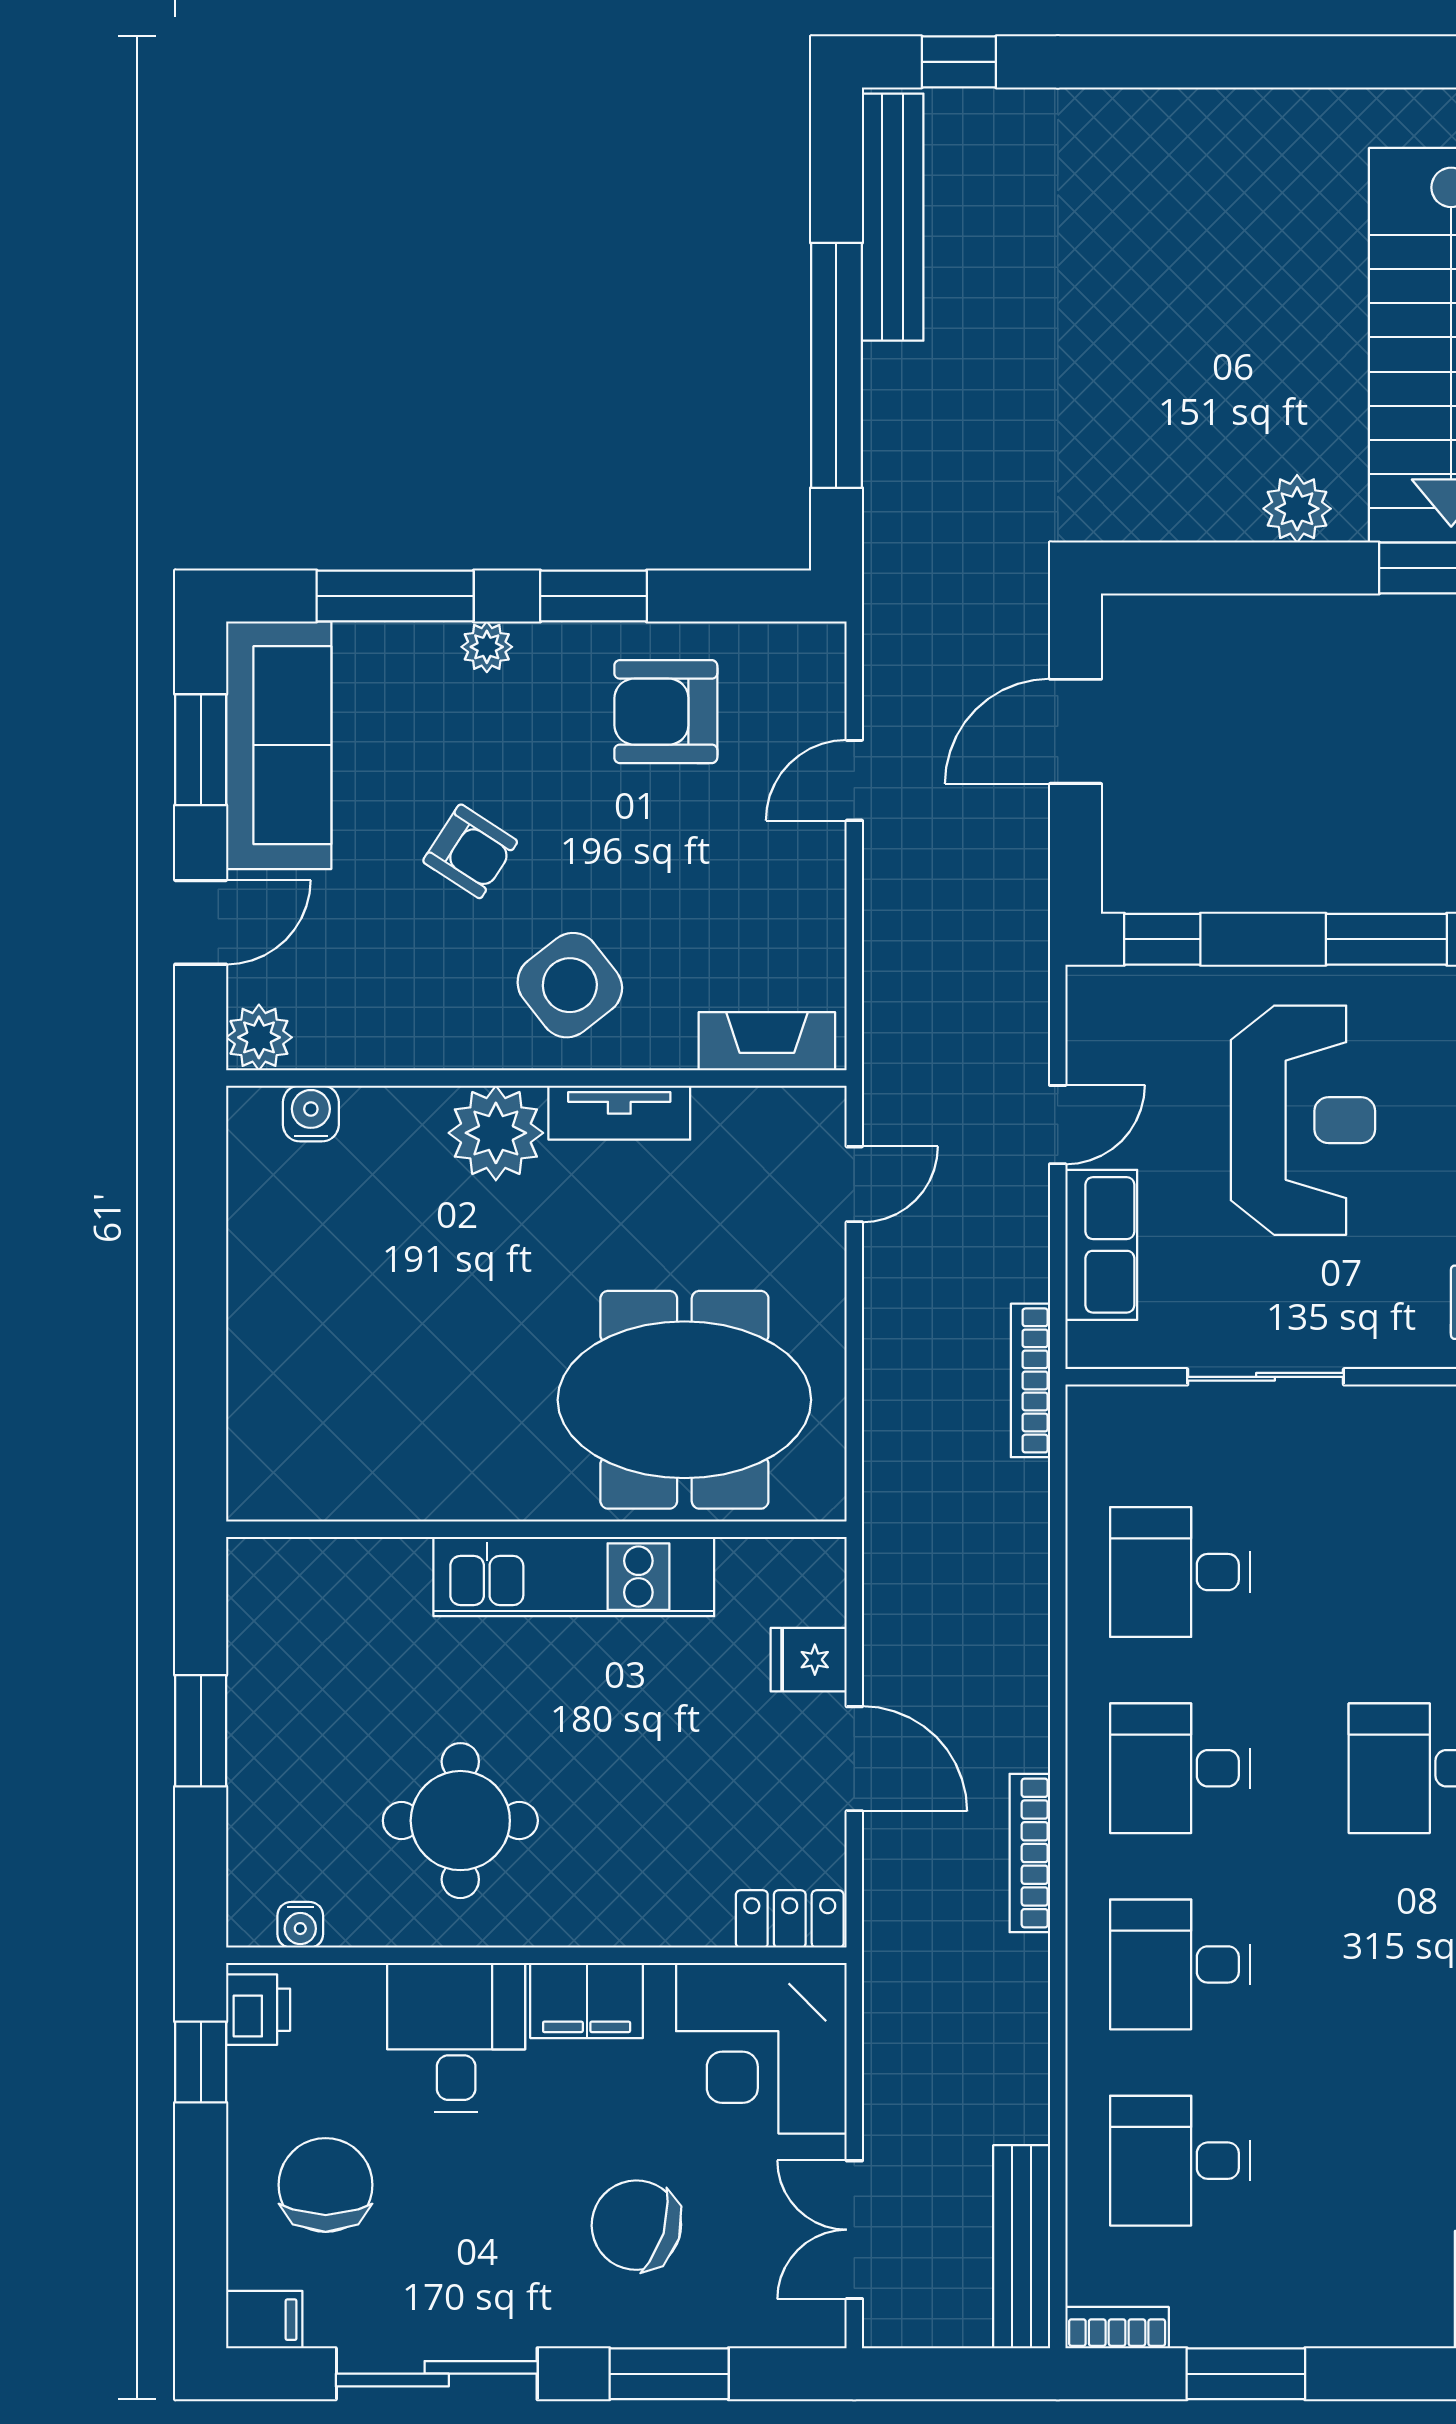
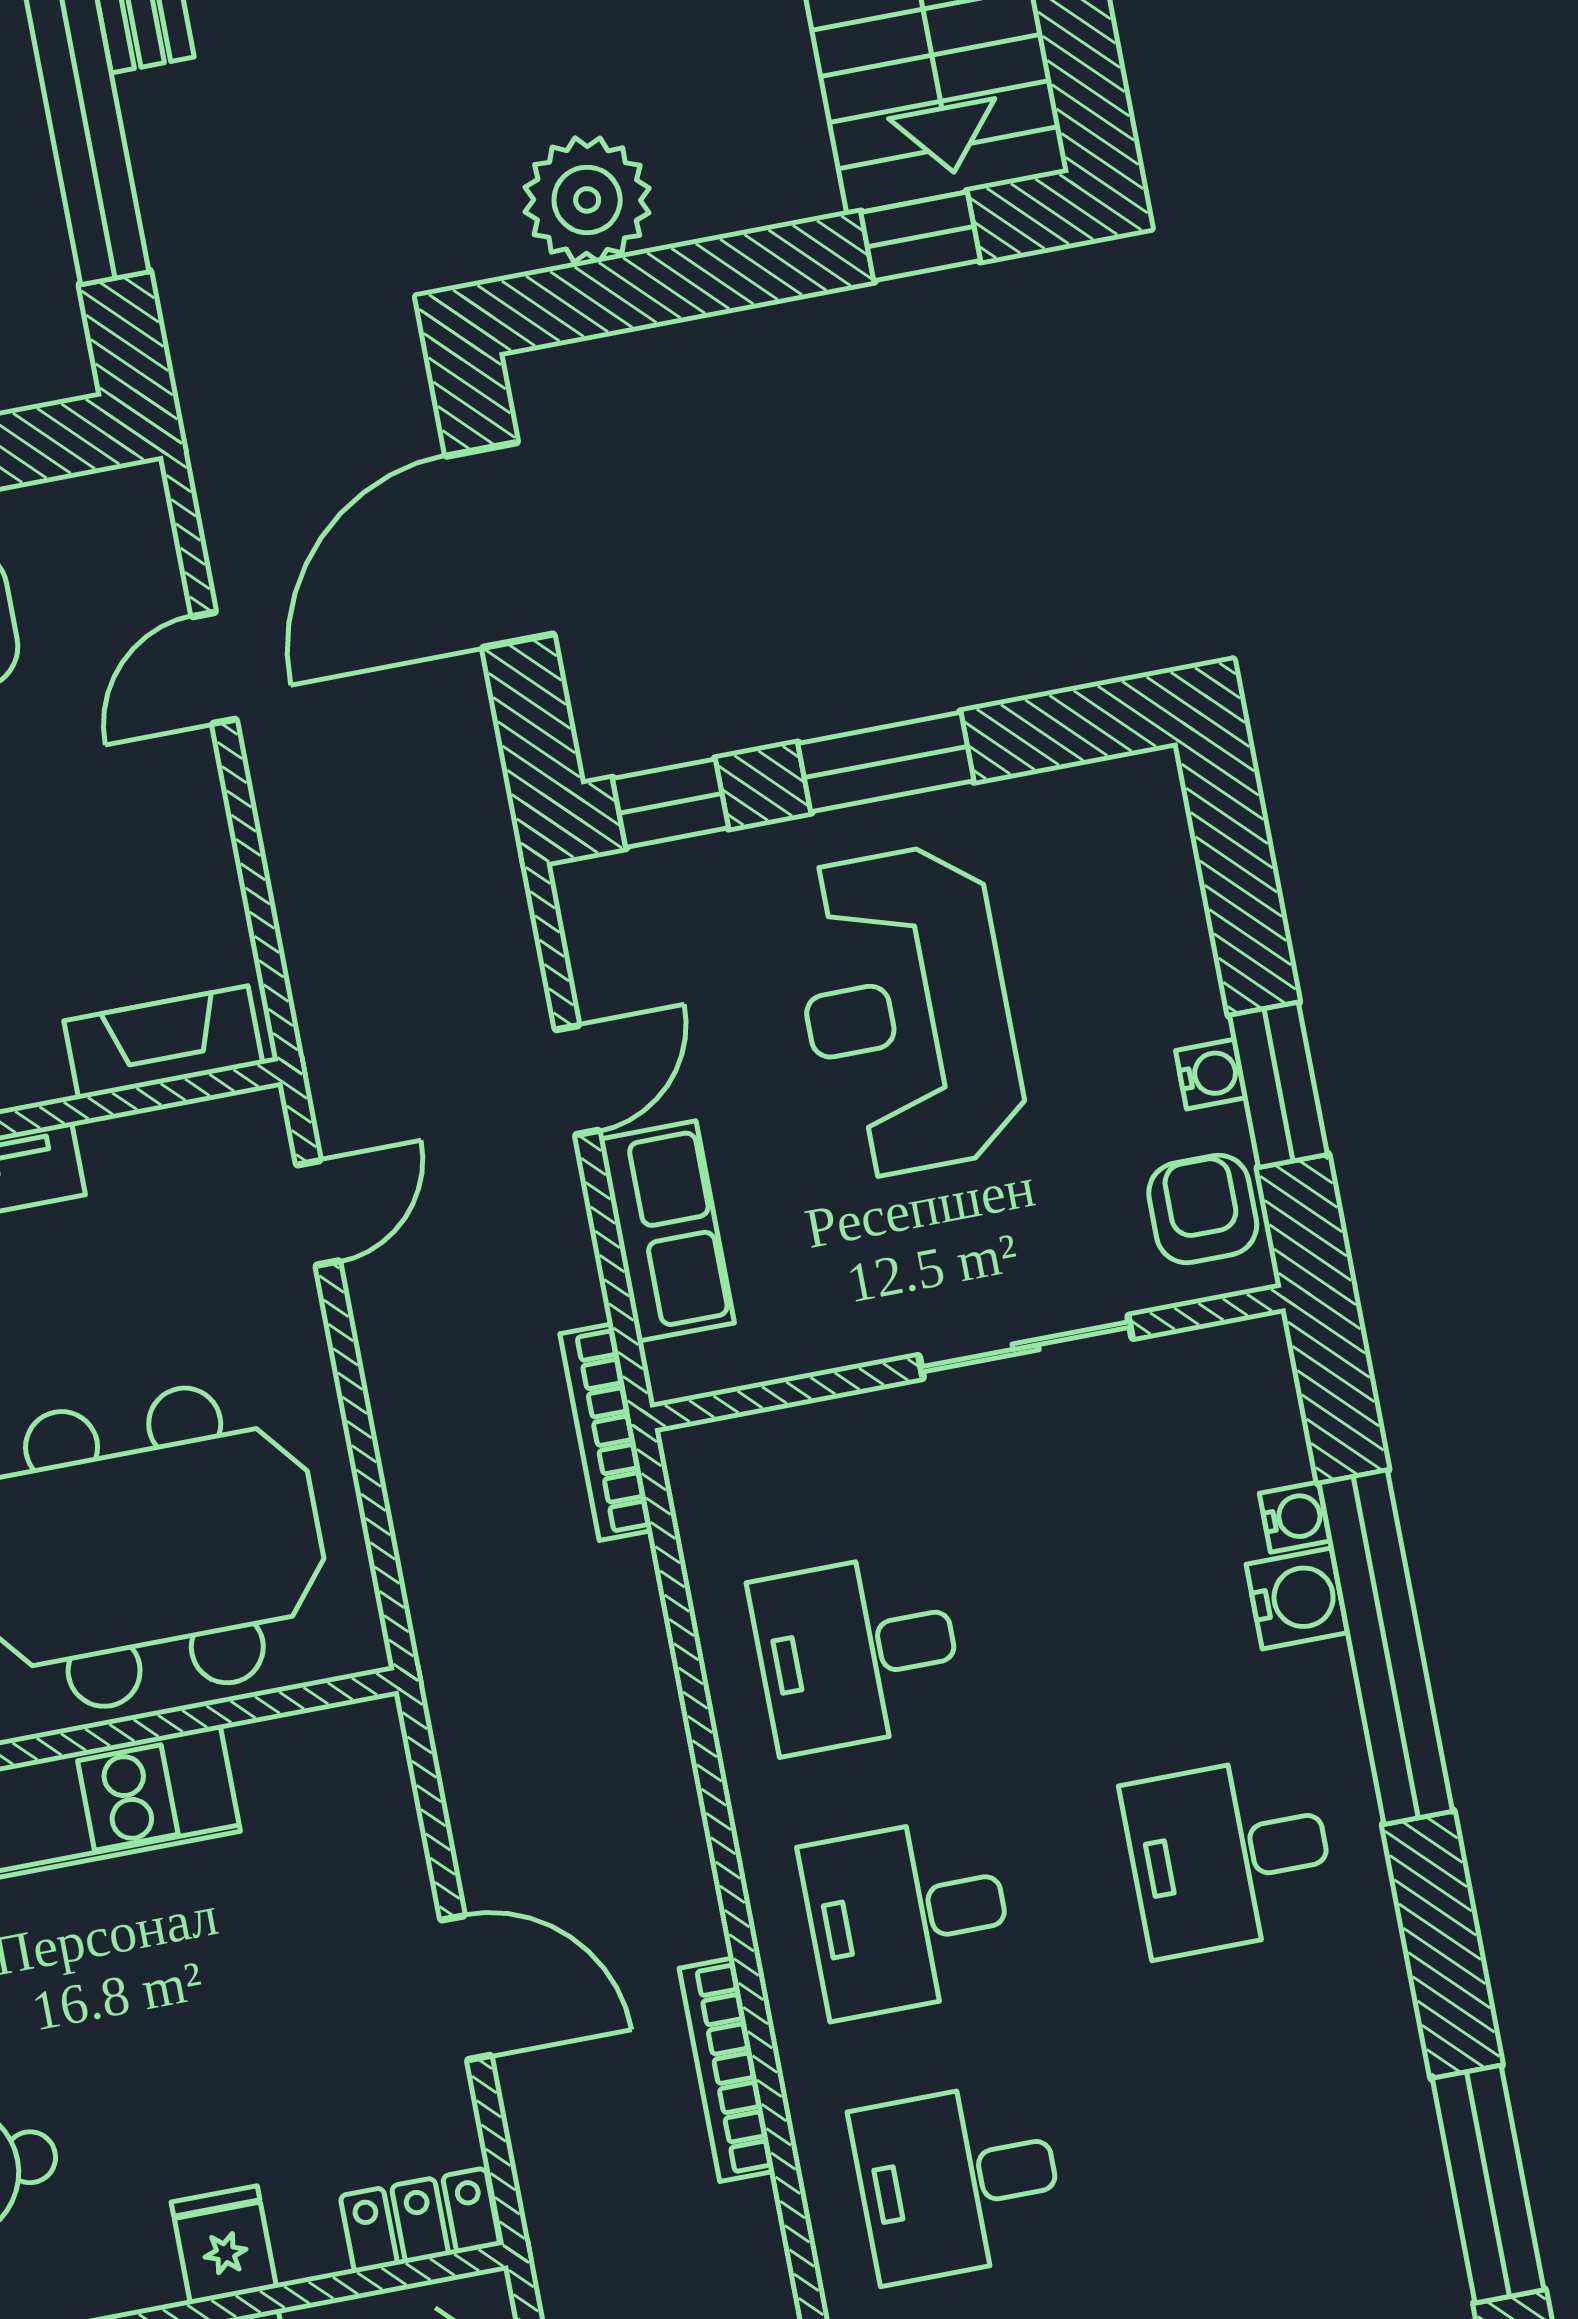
plant: (1297, 509) -> (587, 200), moved, width x1.36, depth x1.36
door: (1076, 731) -> (500, 545), width x1.36
window: (1386, 939) -> (886, 762), moved
reception desk: (1303, 1120) -> (907, 1011), turned 180
sliding door: (1266, 1377) -> (1026, 1347), moved
fridge: (809, 1660) -> (224, 2245), moved, turned 90

